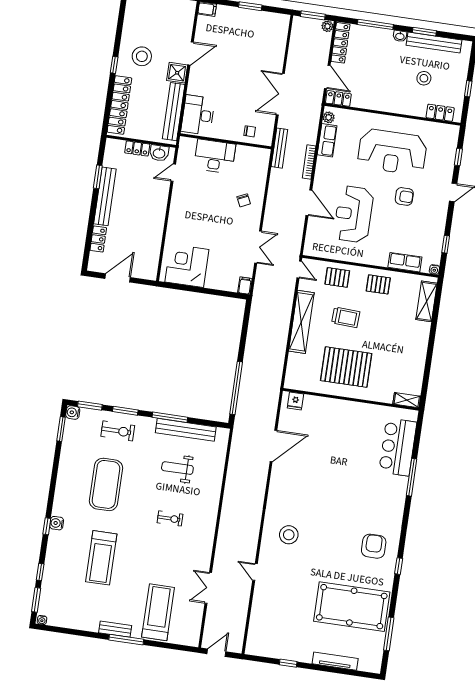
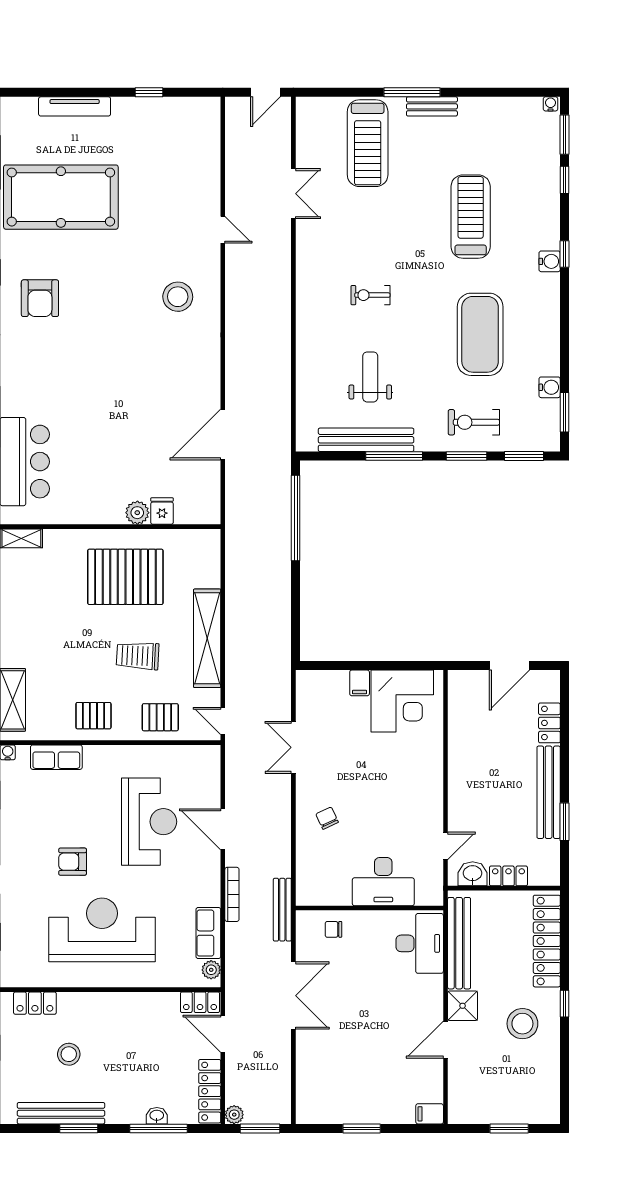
washbasin: (400, 36) -> (157, 1116), moved
filing cabinet: (245, 286) -> (360, 683), moved
fridge: (295, 401) -> (162, 511), moved
plant: (333, 405) -> (137, 513), added
water cooler: (73, 412) -> (550, 387), moved
weight bench: (177, 468) -> (370, 377), turned -90

